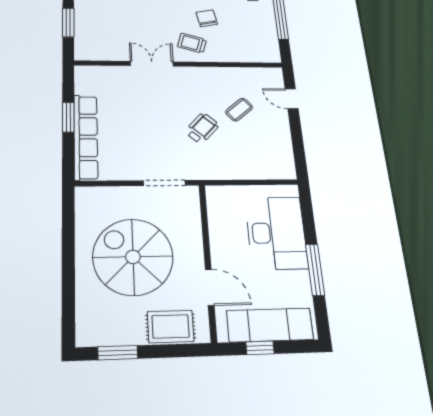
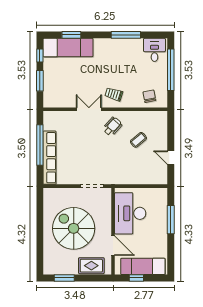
chair: (207, 18) -> (149, 96), moved
door: (292, 99) -> (171, 158), moved
window: (68, 117) -> (40, 145), width x2.11
wheelchair: (202, 128) -> (112, 127), moved
desk: (276, 233) -> (130, 213), moved, turned 180
window: (315, 270) -> (171, 220), moved

